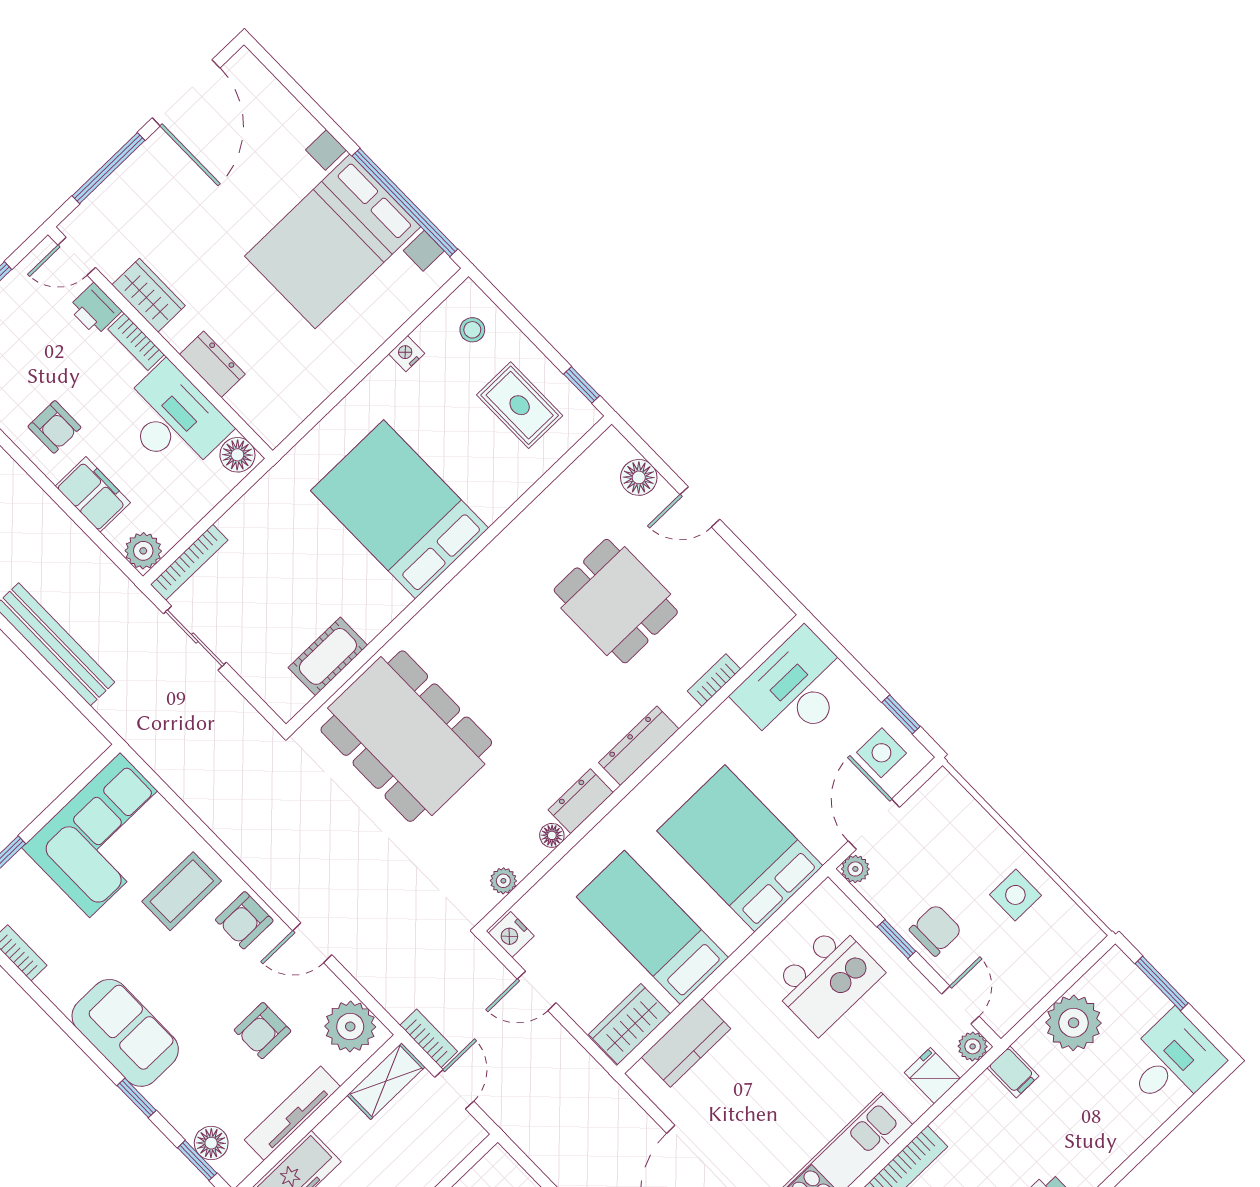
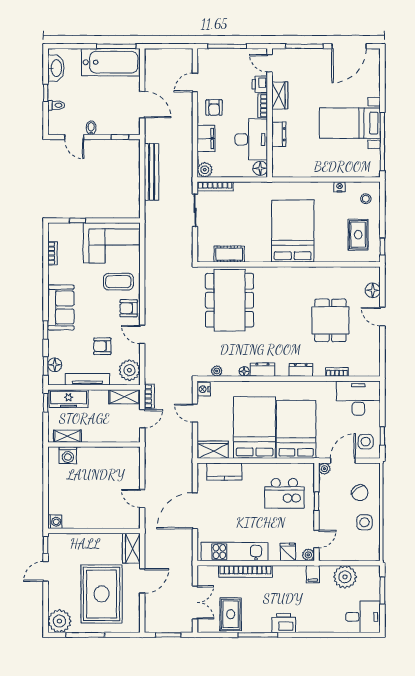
bed with nightstands: (333, 241) -> (350, 123), width x0.73
dresser: (639, 746) -> (301, 370), width x0.70
bed: (652, 927) -> (254, 428), width x1.50
chair: (936, 930) -> (360, 493), moved, turned 56

